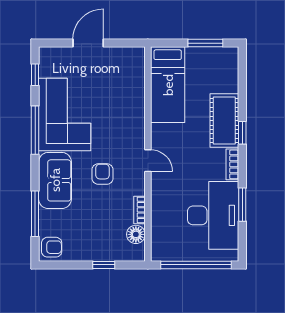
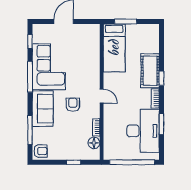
window: (205, 43) -> (126, 22), moved

